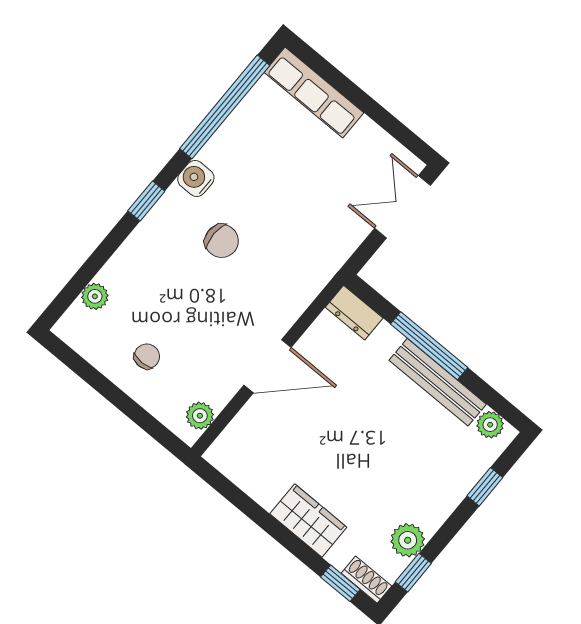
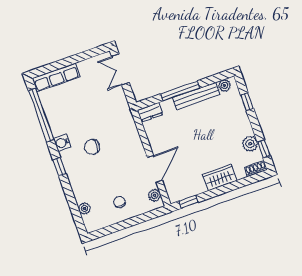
chair: (222, 241) -> (92, 147), turned 180
door: (268, 366) -> (155, 169), moved
window: (340, 583) -> (188, 202), moved

